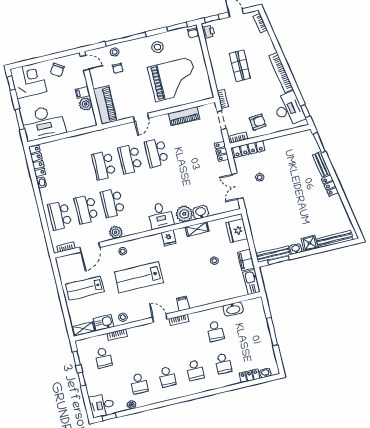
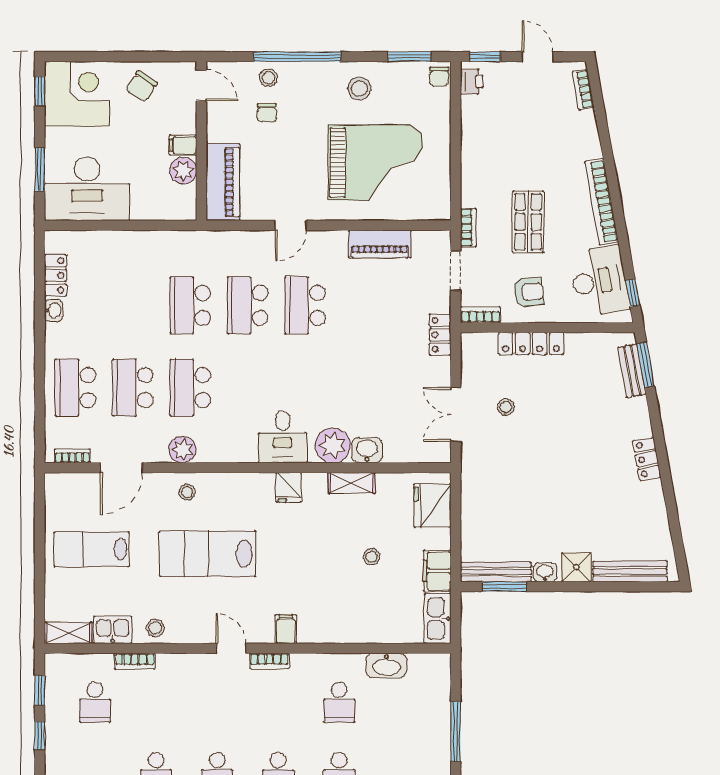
shop shelf: (240, 66) -> (528, 222), moved
locker: (249, 149) -> (531, 344), moved
locker: (37, 161) -> (56, 275), width x0.66
bench: (321, 164) -> (632, 371), moved

